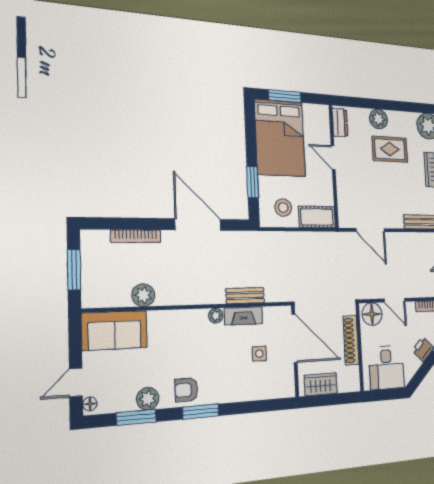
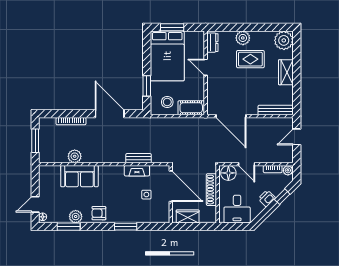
door: (370, 230) -> (231, 116), width x1.36
plant: (216, 316) -> (119, 170), removed
sofa: (115, 330) -> (79, 176), moved
window: (201, 411) -> (126, 227), moved

